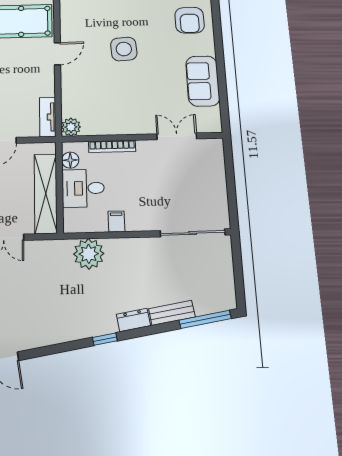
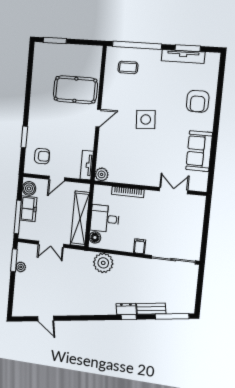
floor lamp: (70, 160) -> (95, 237), moved
filing cabinet: (116, 221) -> (140, 246), moved
window: (105, 339) -> (129, 317), moved

